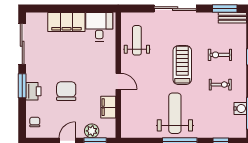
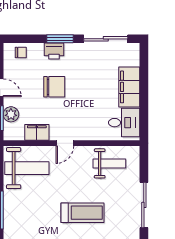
weight bench: (175, 113) -> (27, 168), moved

